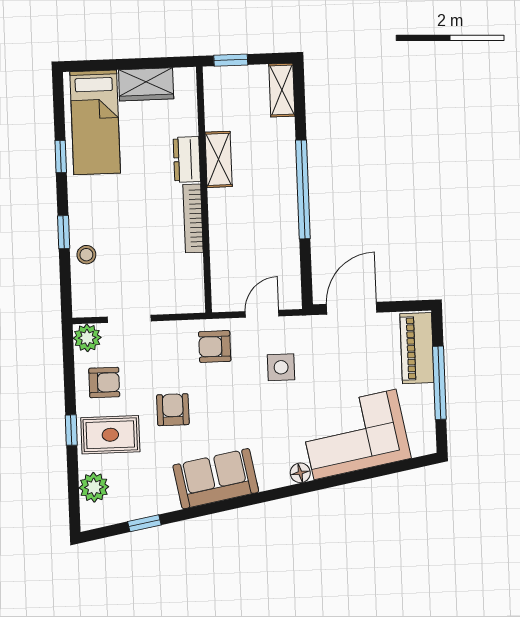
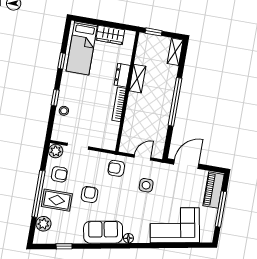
window: (71, 430) -> (38, 194), width x3.17
floor lamp: (300, 473) -> (128, 238), moved

